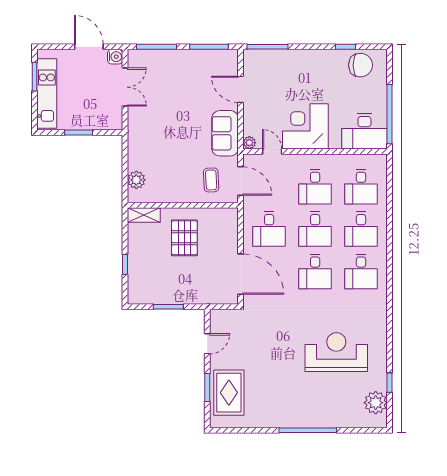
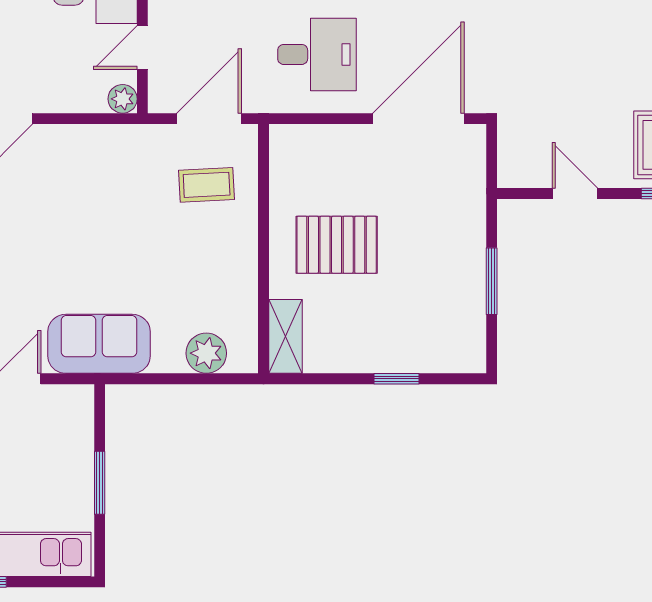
sofa: (225, 133) -> (99, 344), moved, turned 180

